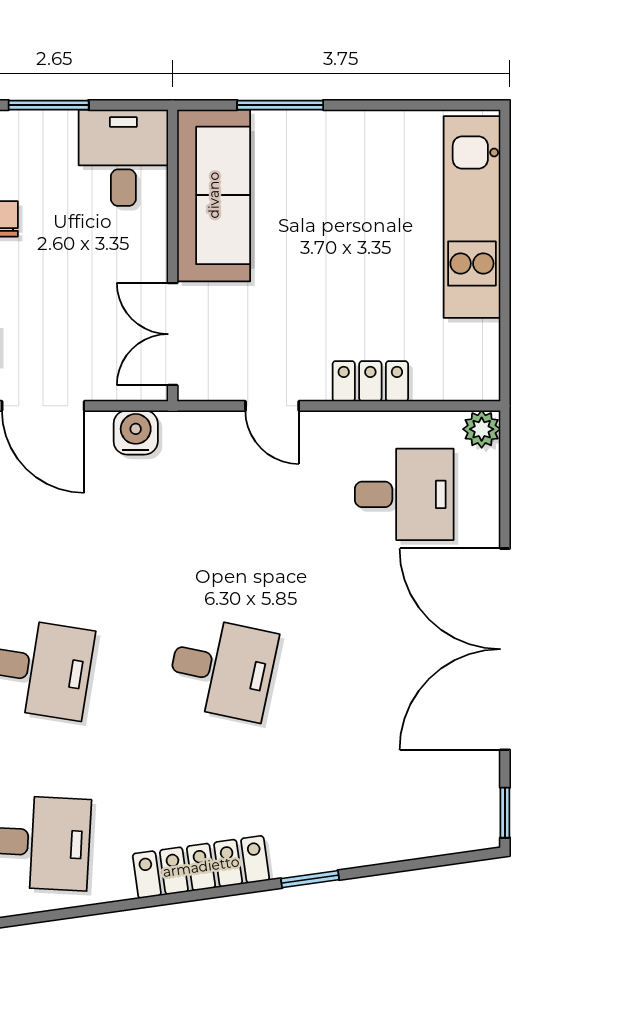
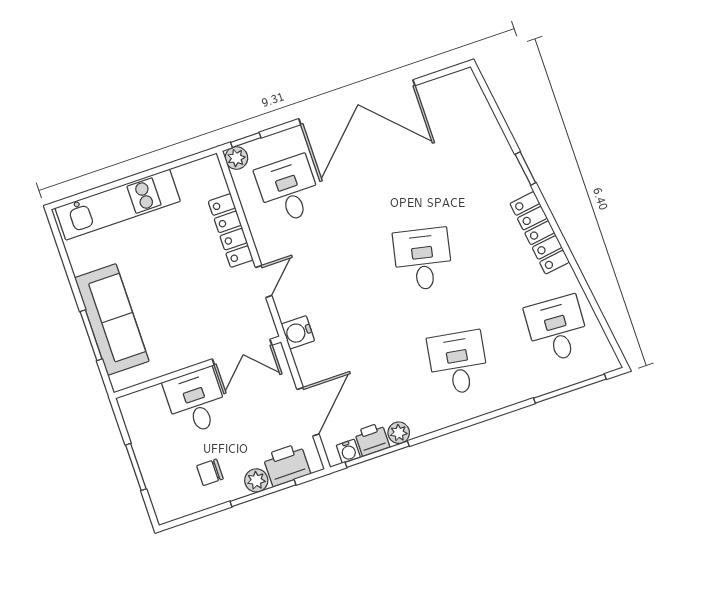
desk: (123, 158) -> (196, 401), moved, turned 90
sofa: (214, 195) -> (112, 319), moved, turned 90
locker: (370, 381) -> (231, 231), width x1.53
water cooler: (136, 432) -> (298, 332), moved
window: (505, 813) -> (246, 140), moved

